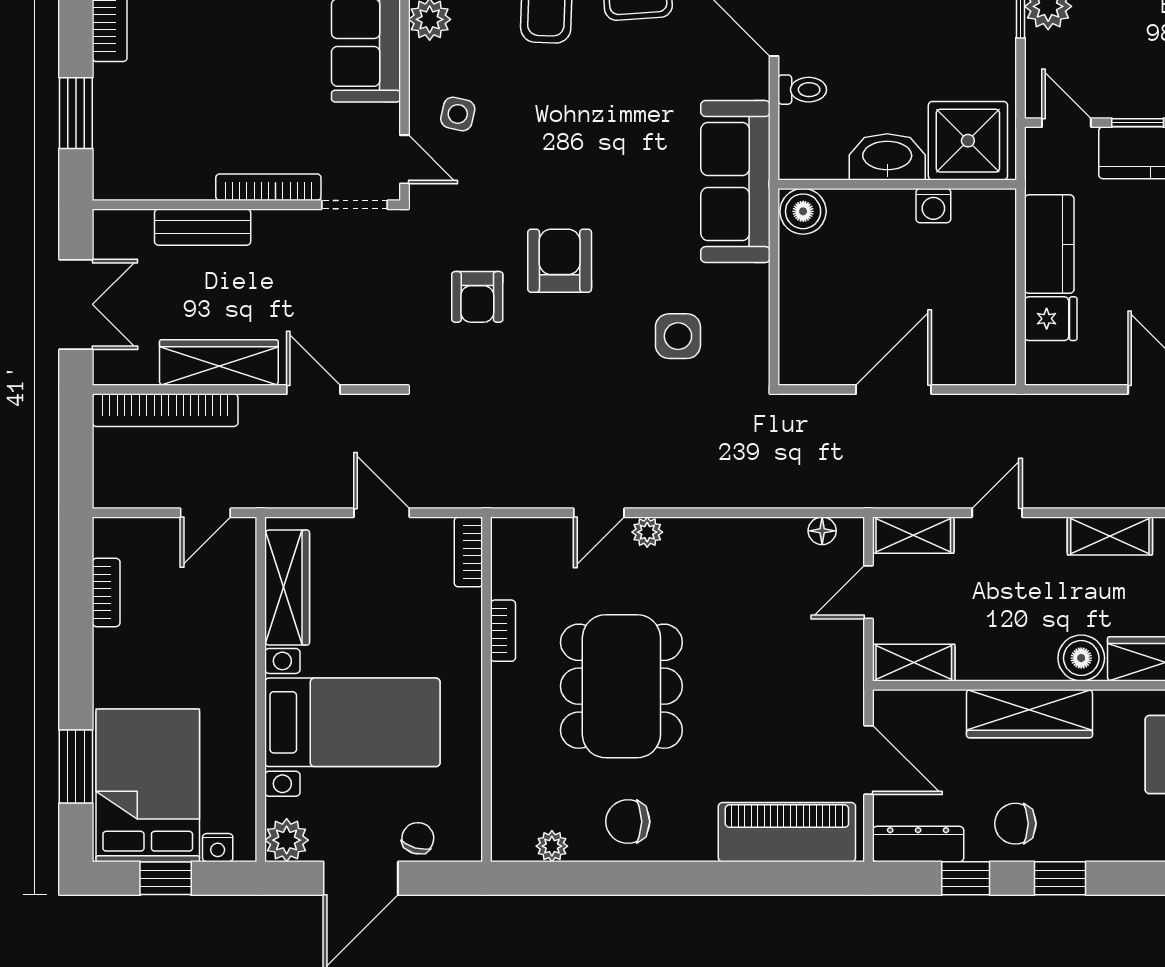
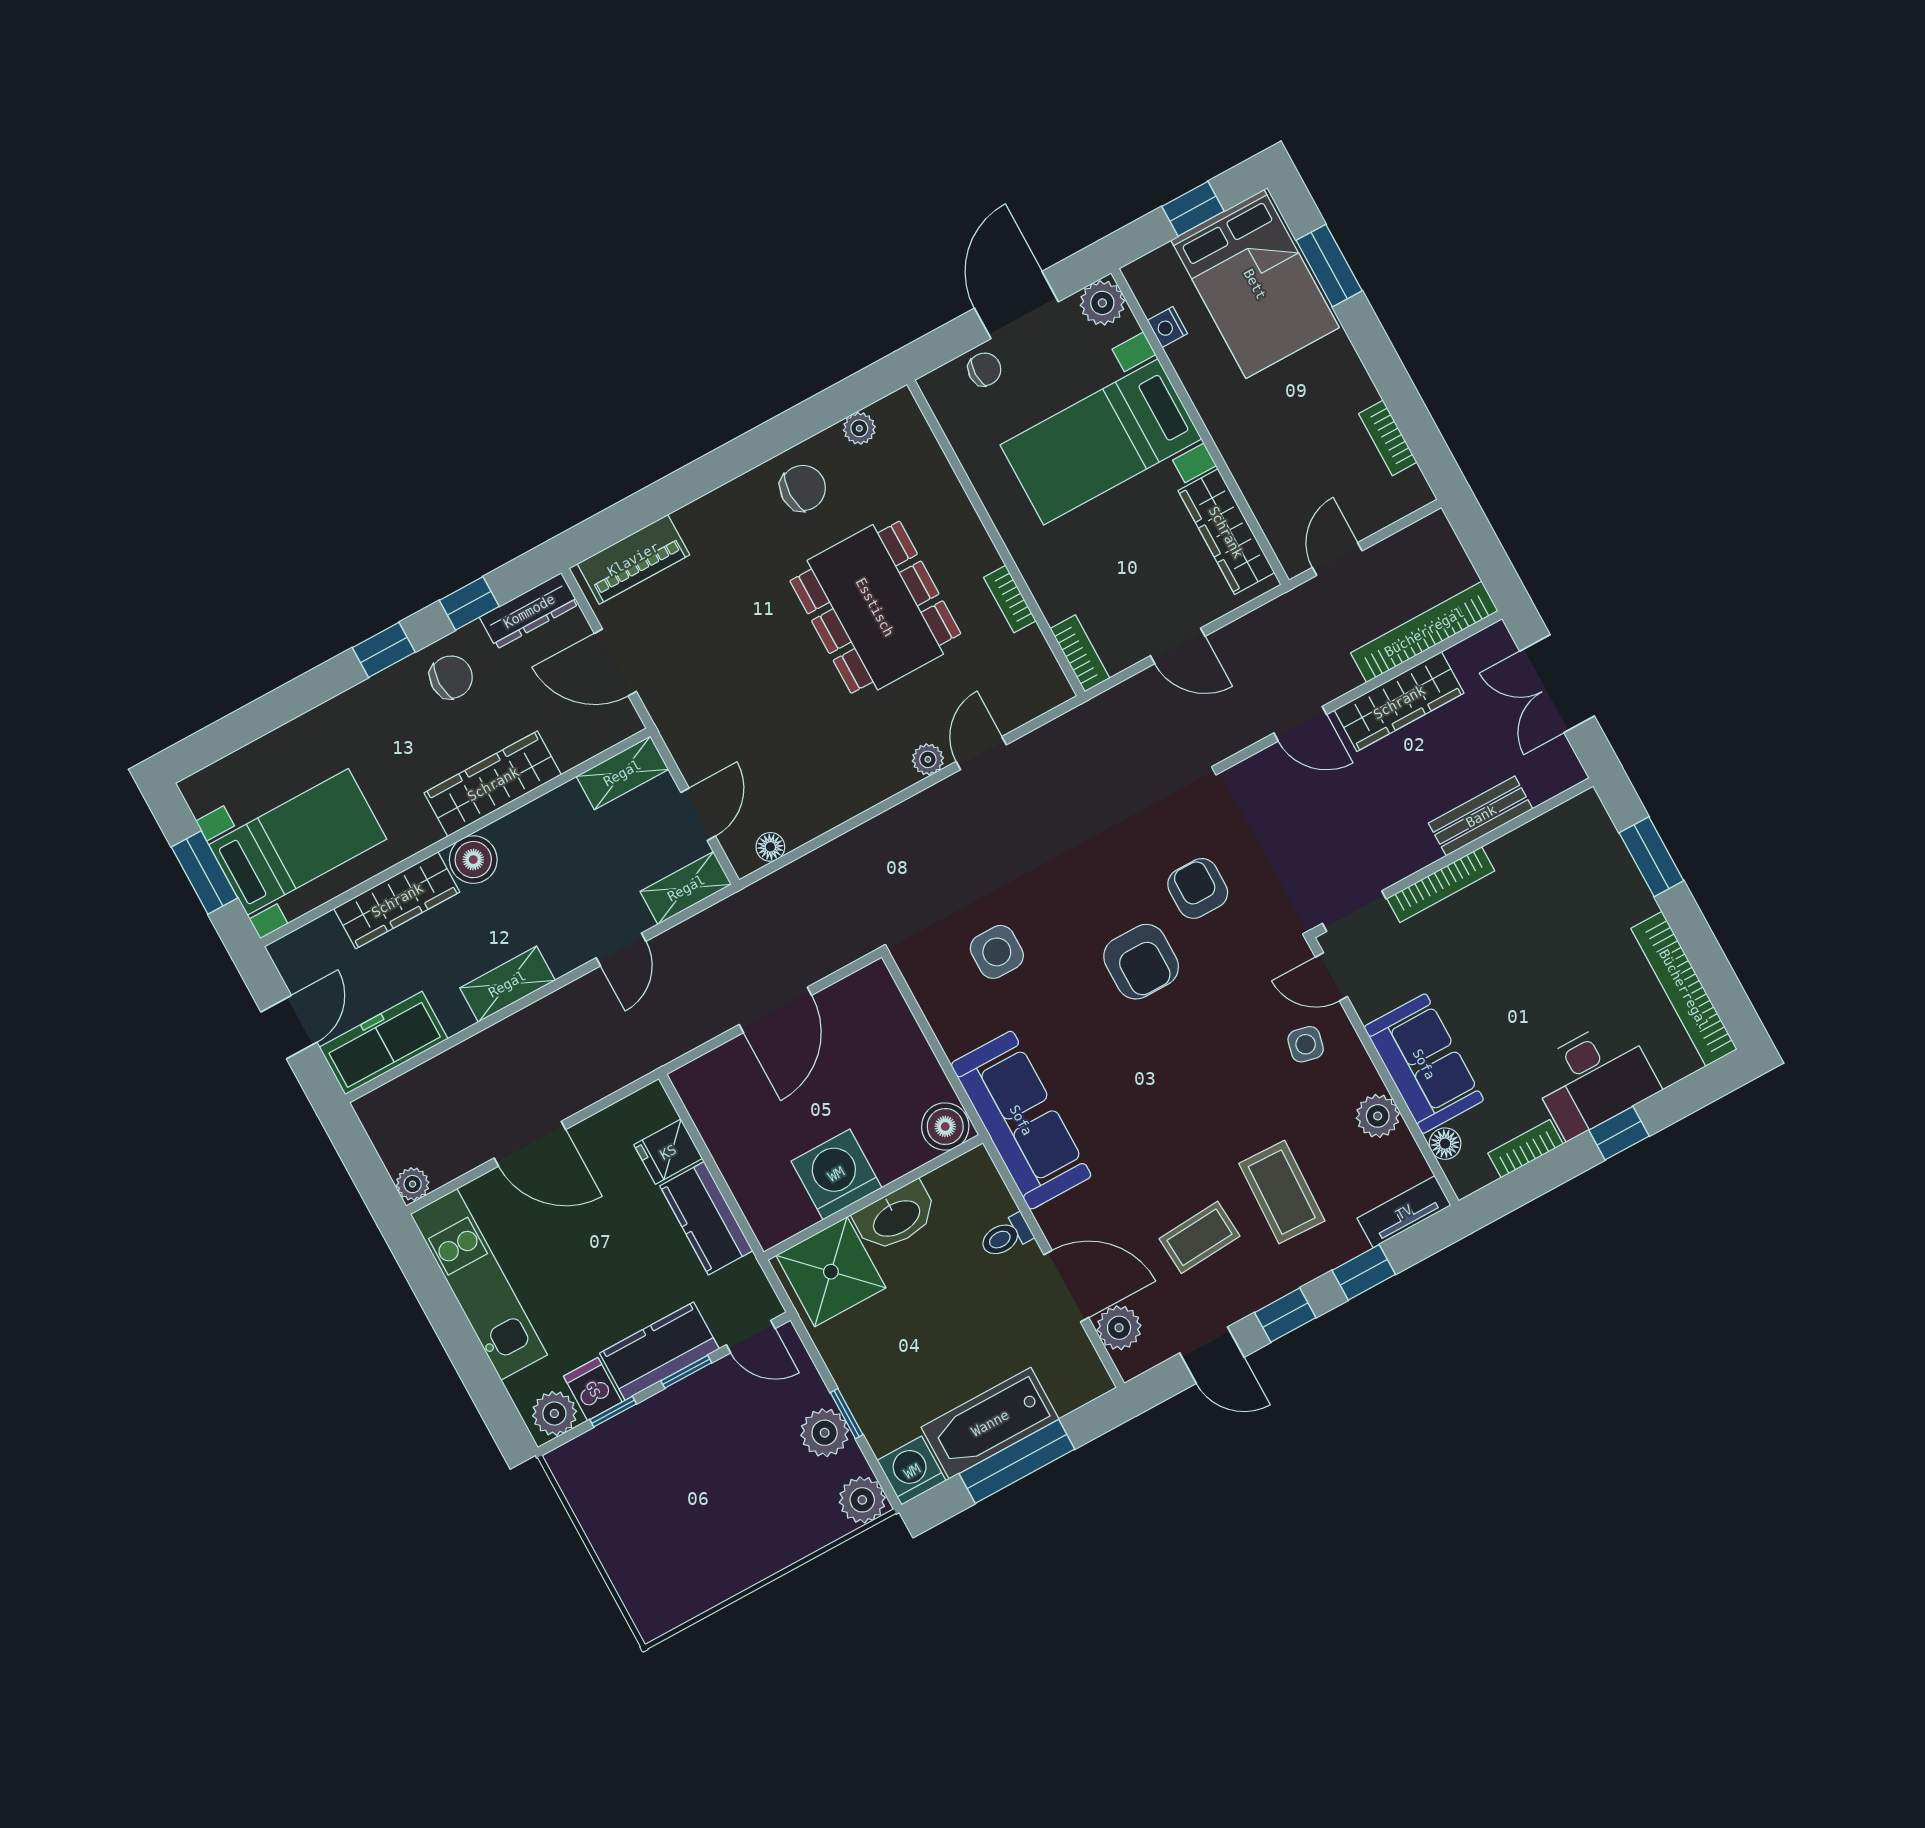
washing machine: (933, 206) -> (836, 1174), width x1.89, depth x1.89
piano: (787, 832) -> (633, 559), width x0.73, depth x0.75
chair: (418, 838) -> (984, 369), turned -106
nightstand: (218, 848) -> (1167, 327), moved, turned -90

